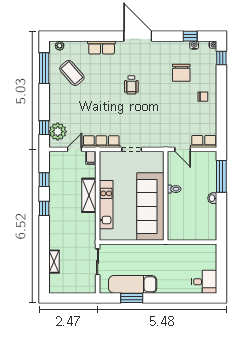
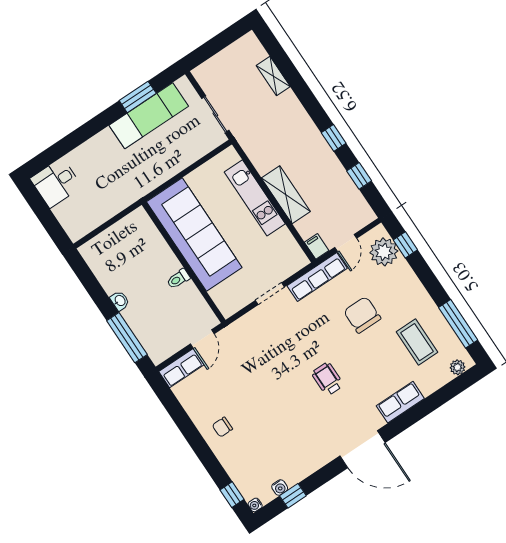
coffee table: (72, 73) -> (417, 342), turned 41
chair: (181, 73) -> (362, 315), moved
door: (183, 149) -> (202, 339), swing flipped

